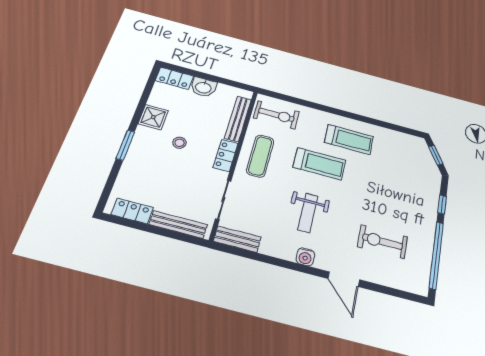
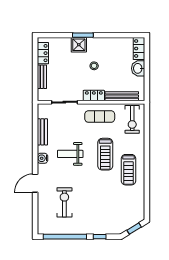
shower: (153, 117) -> (79, 45), moved
bench: (178, 225) -> (42, 77), width x0.73
bench: (237, 239) -> (42, 132), moved

